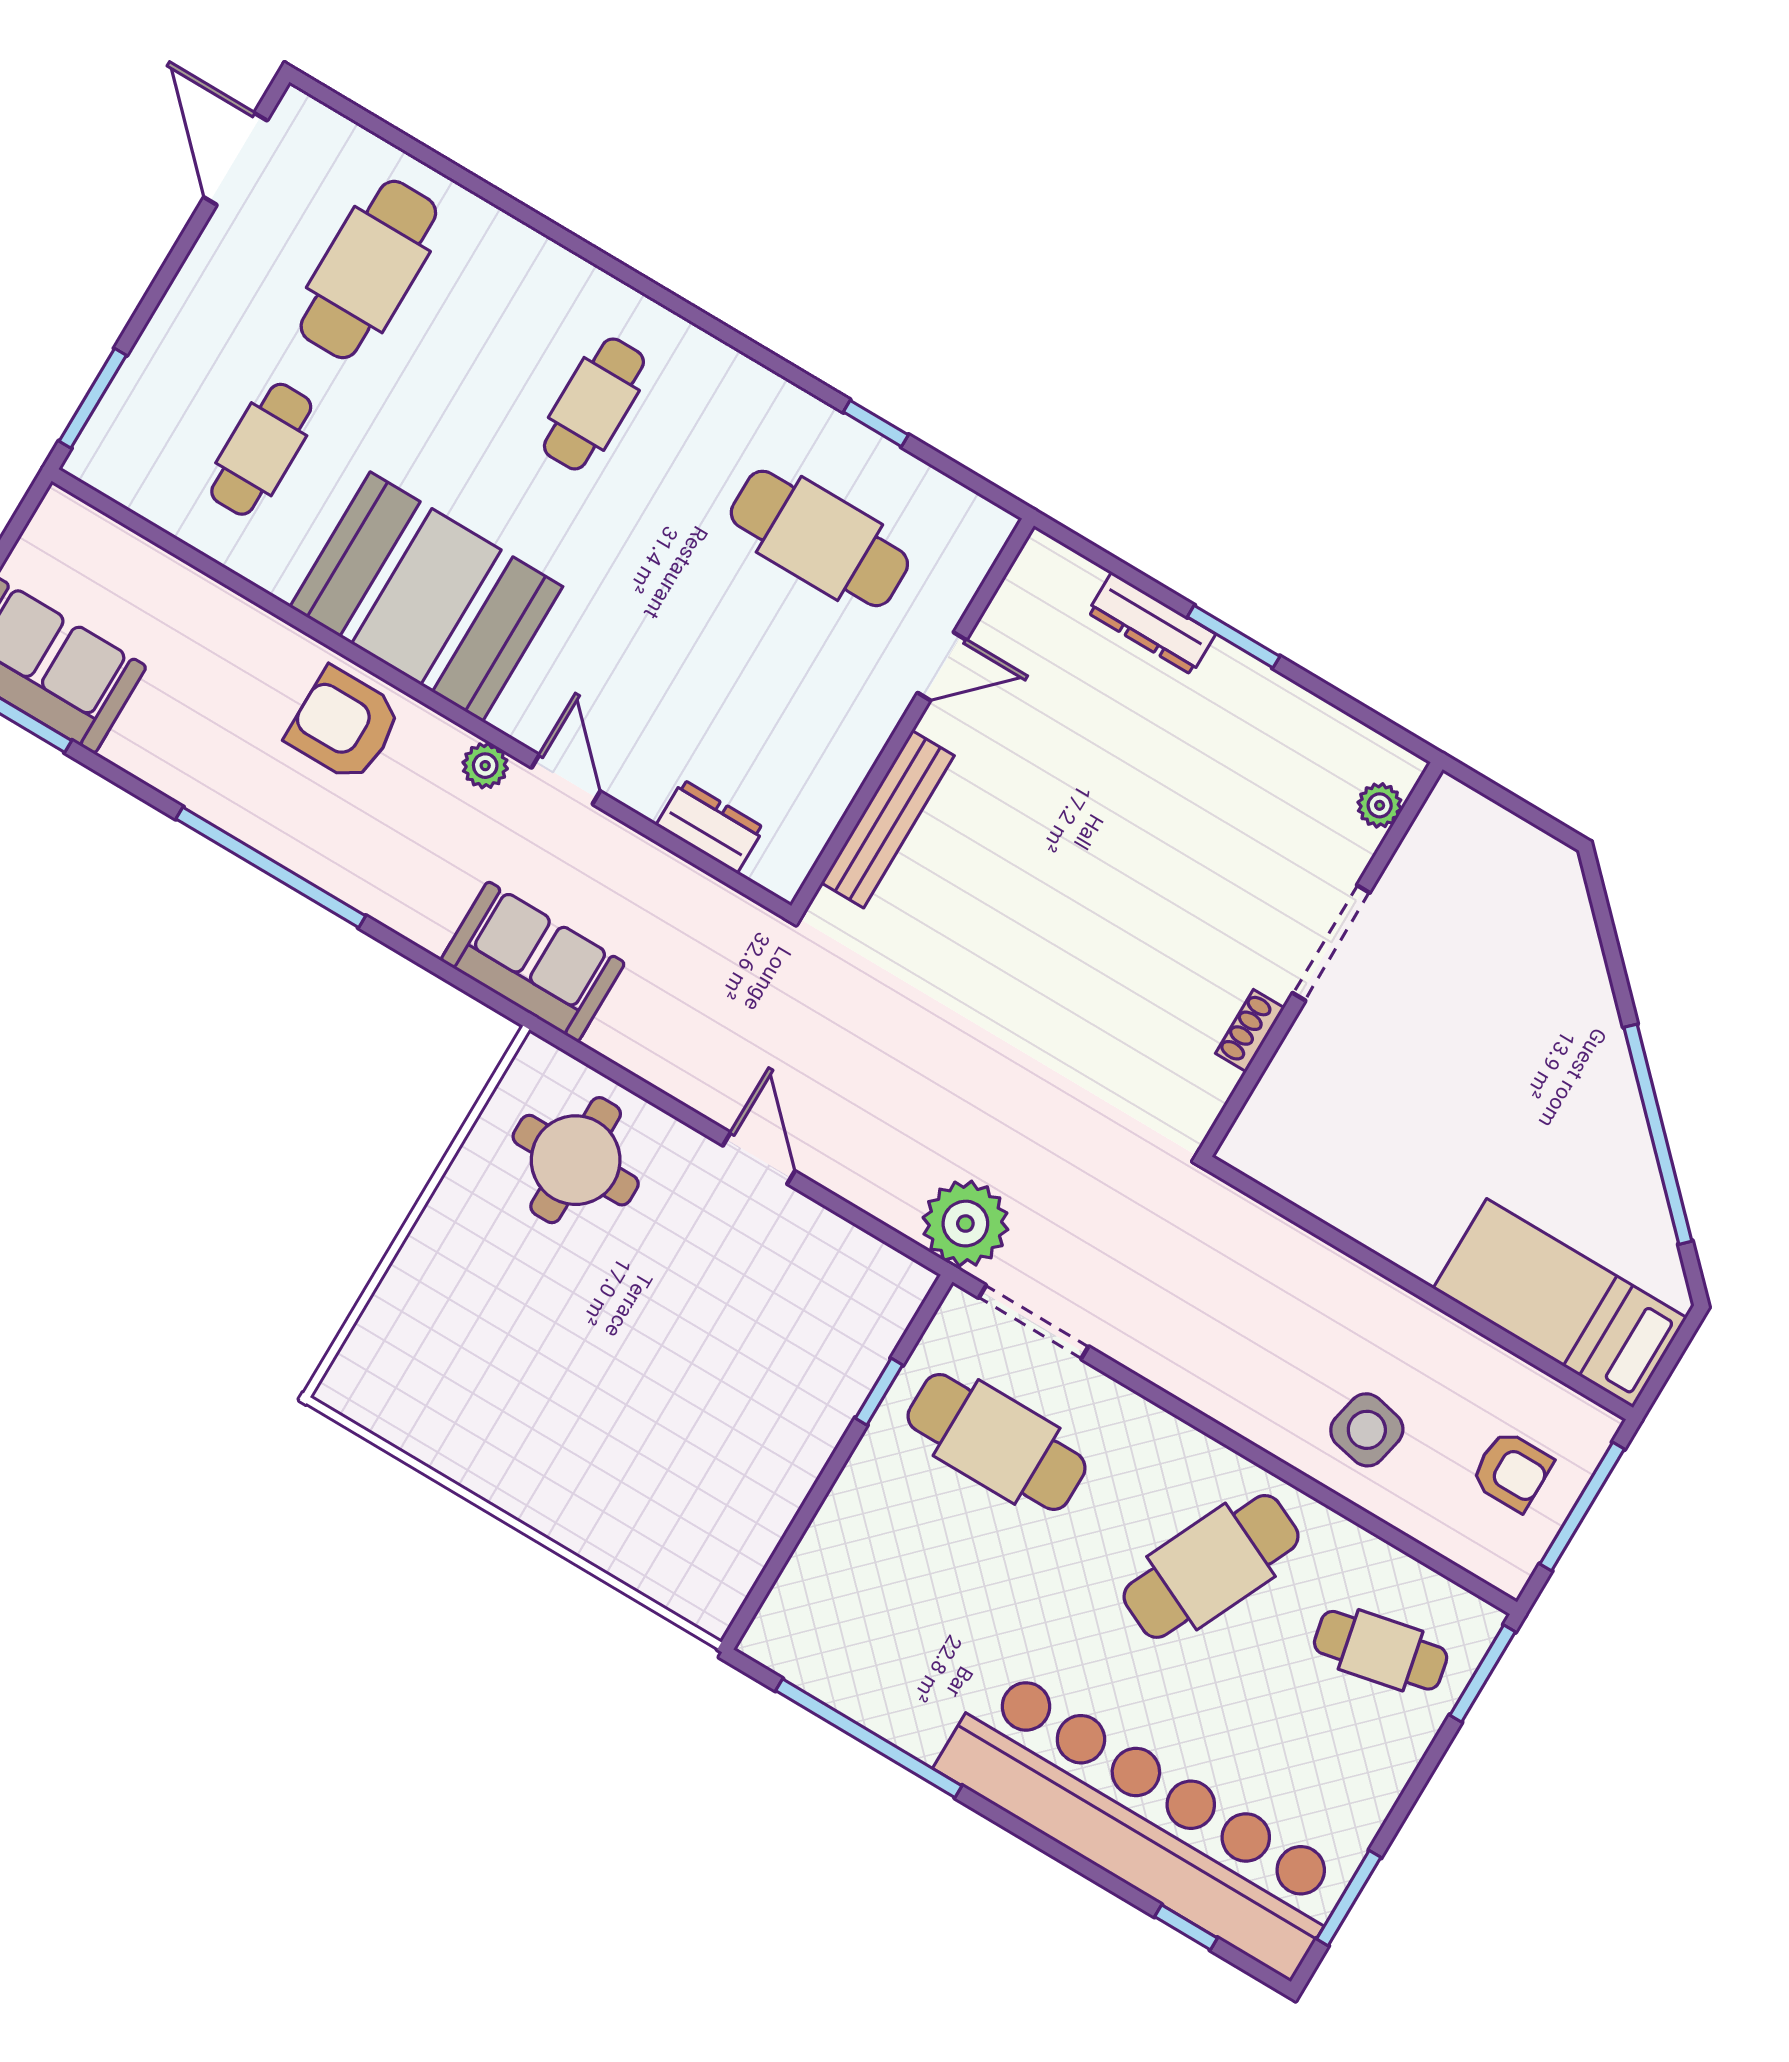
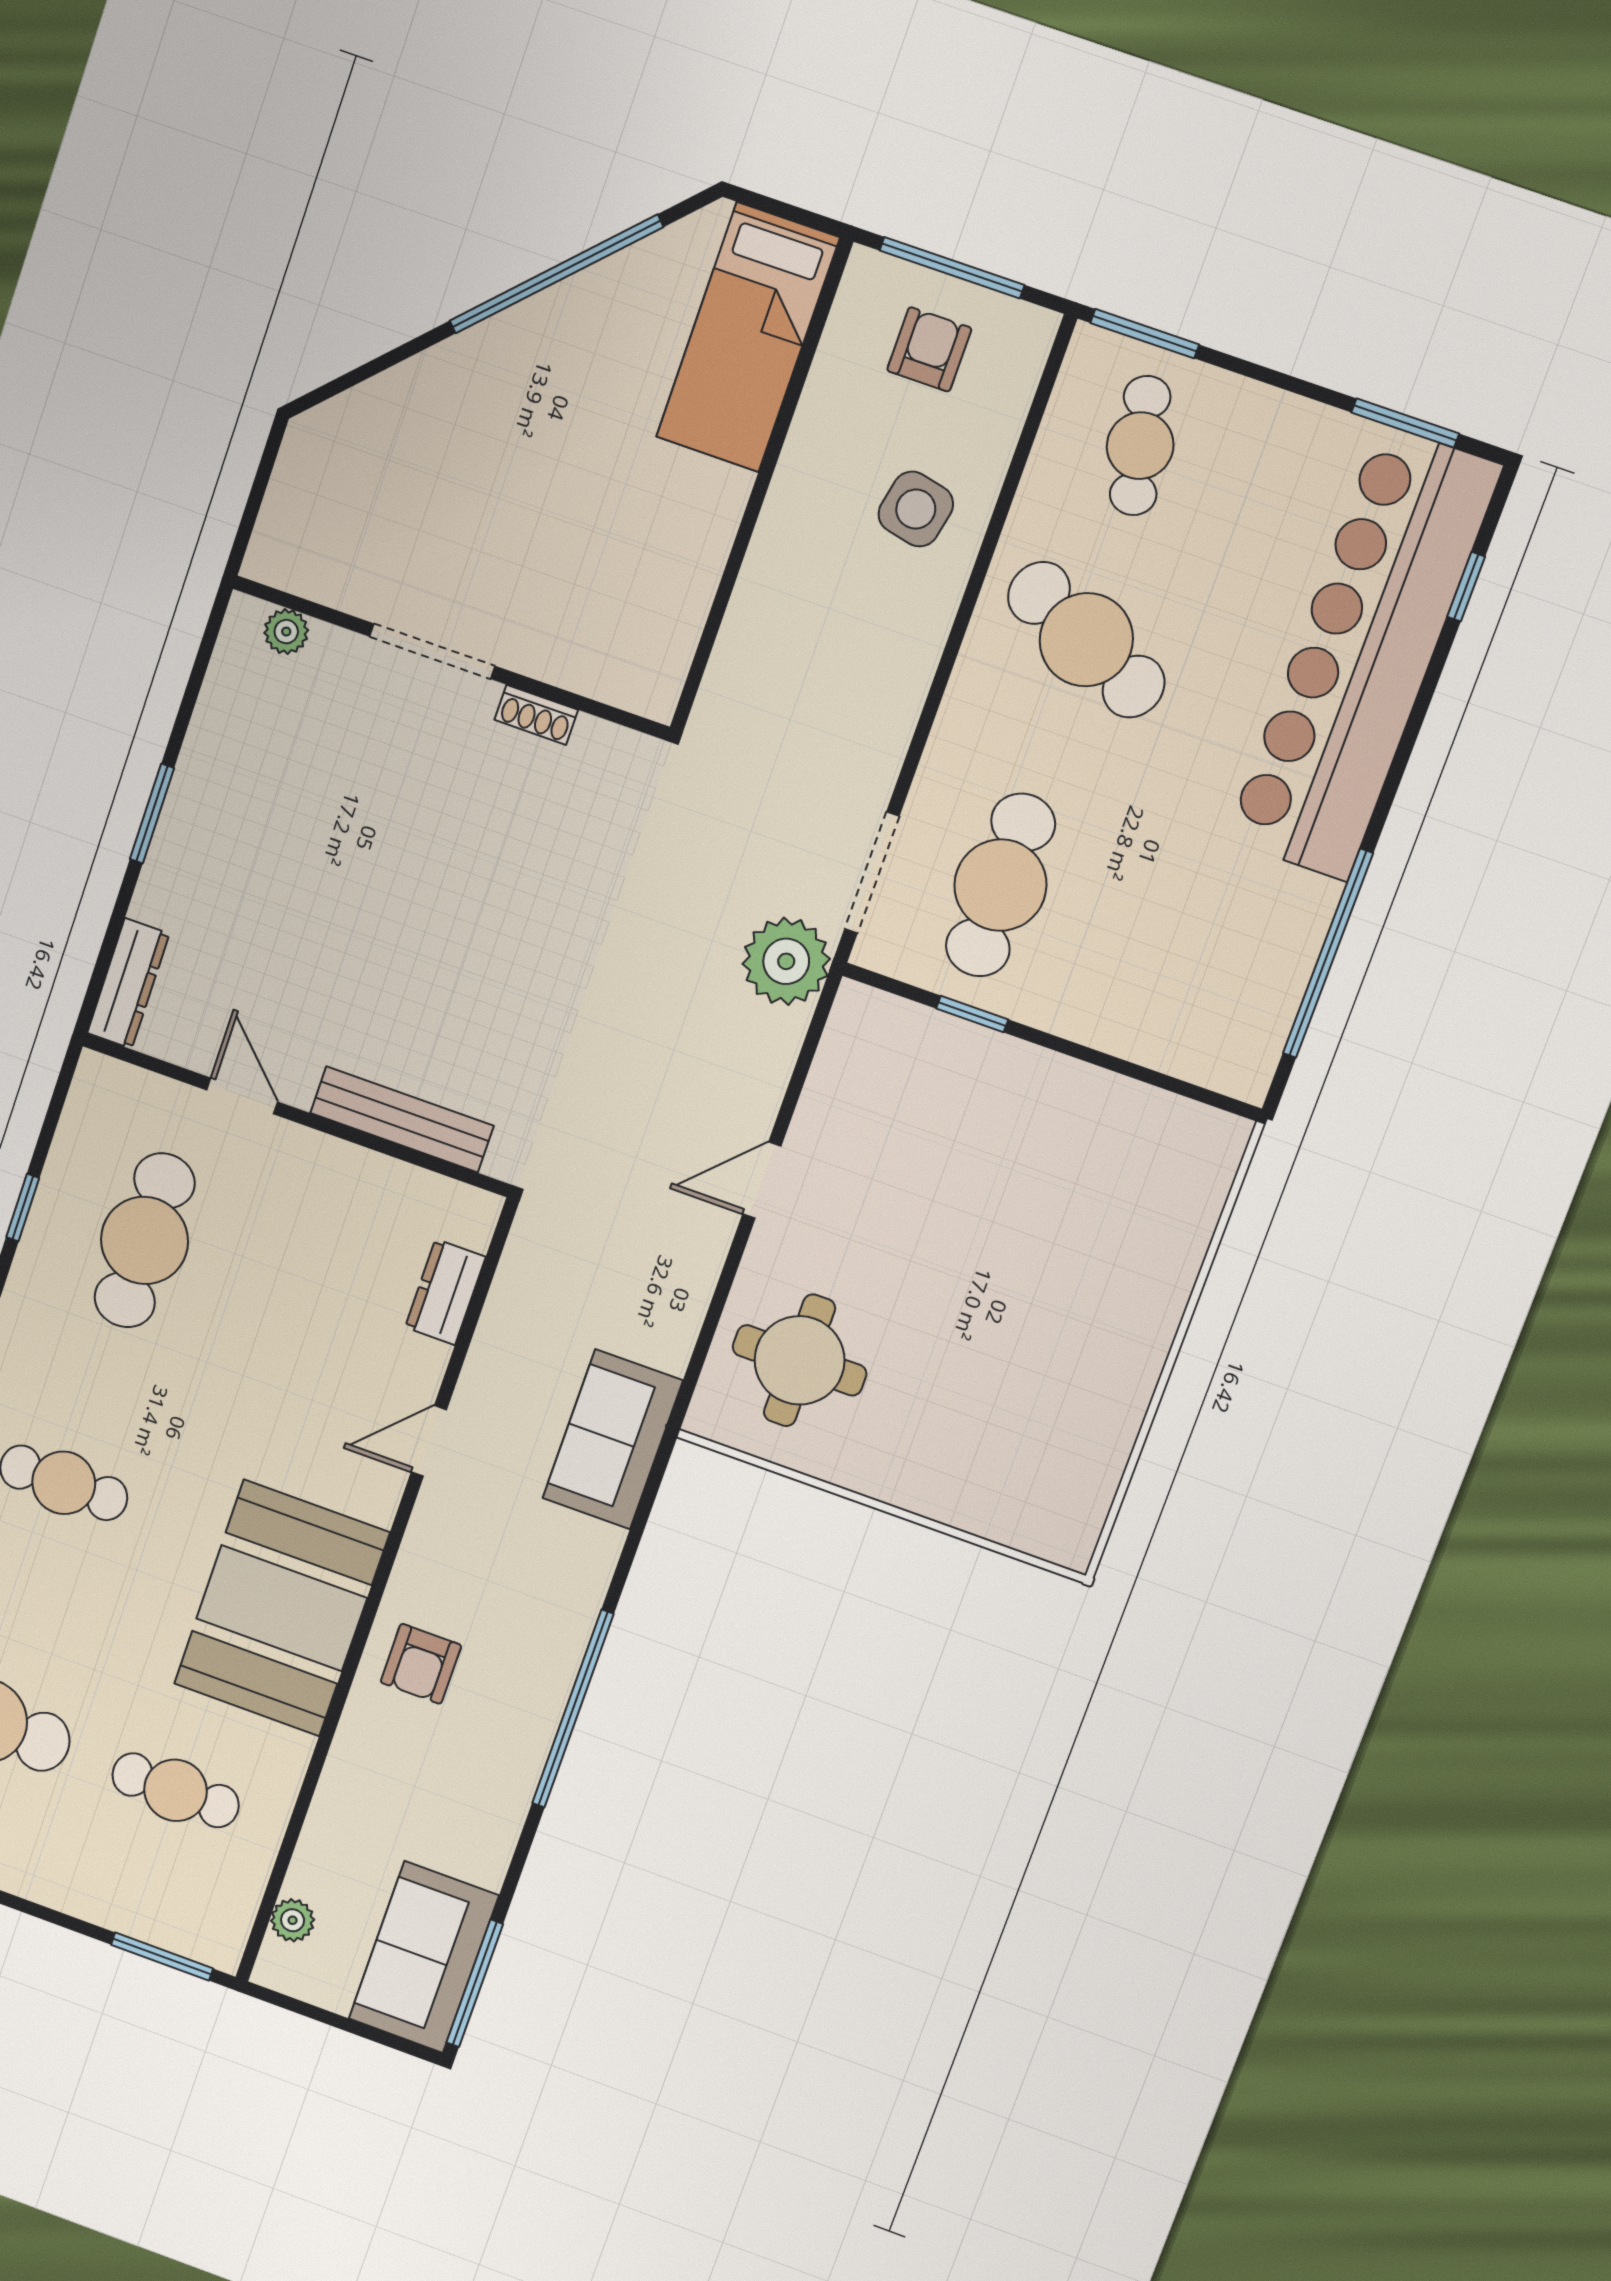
dresser: (1152, 623) -> (128, 983), moved
armchair: (344, 725) -> (421, 1664), width x0.72, depth x0.72
plant: (485, 766) -> (293, 1920), moved

